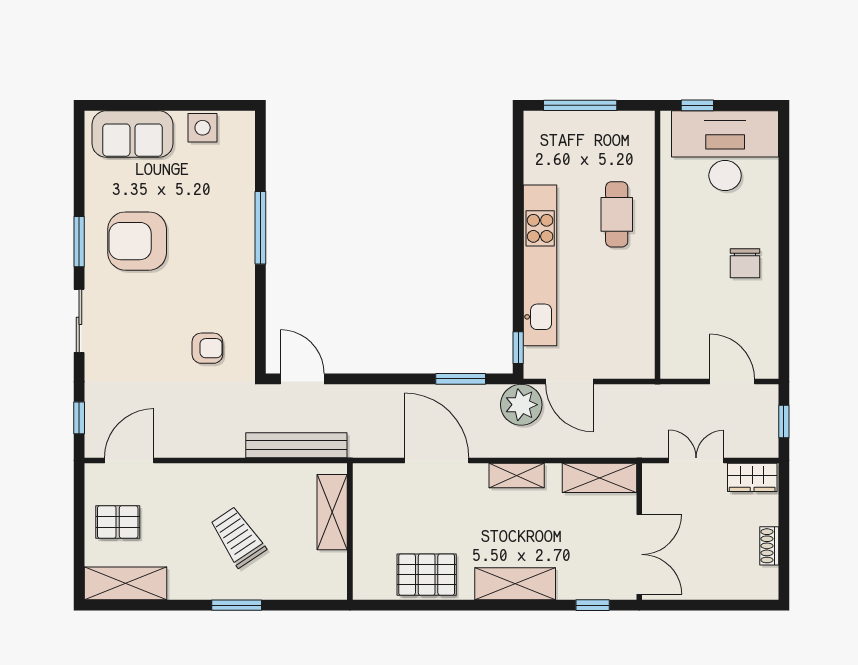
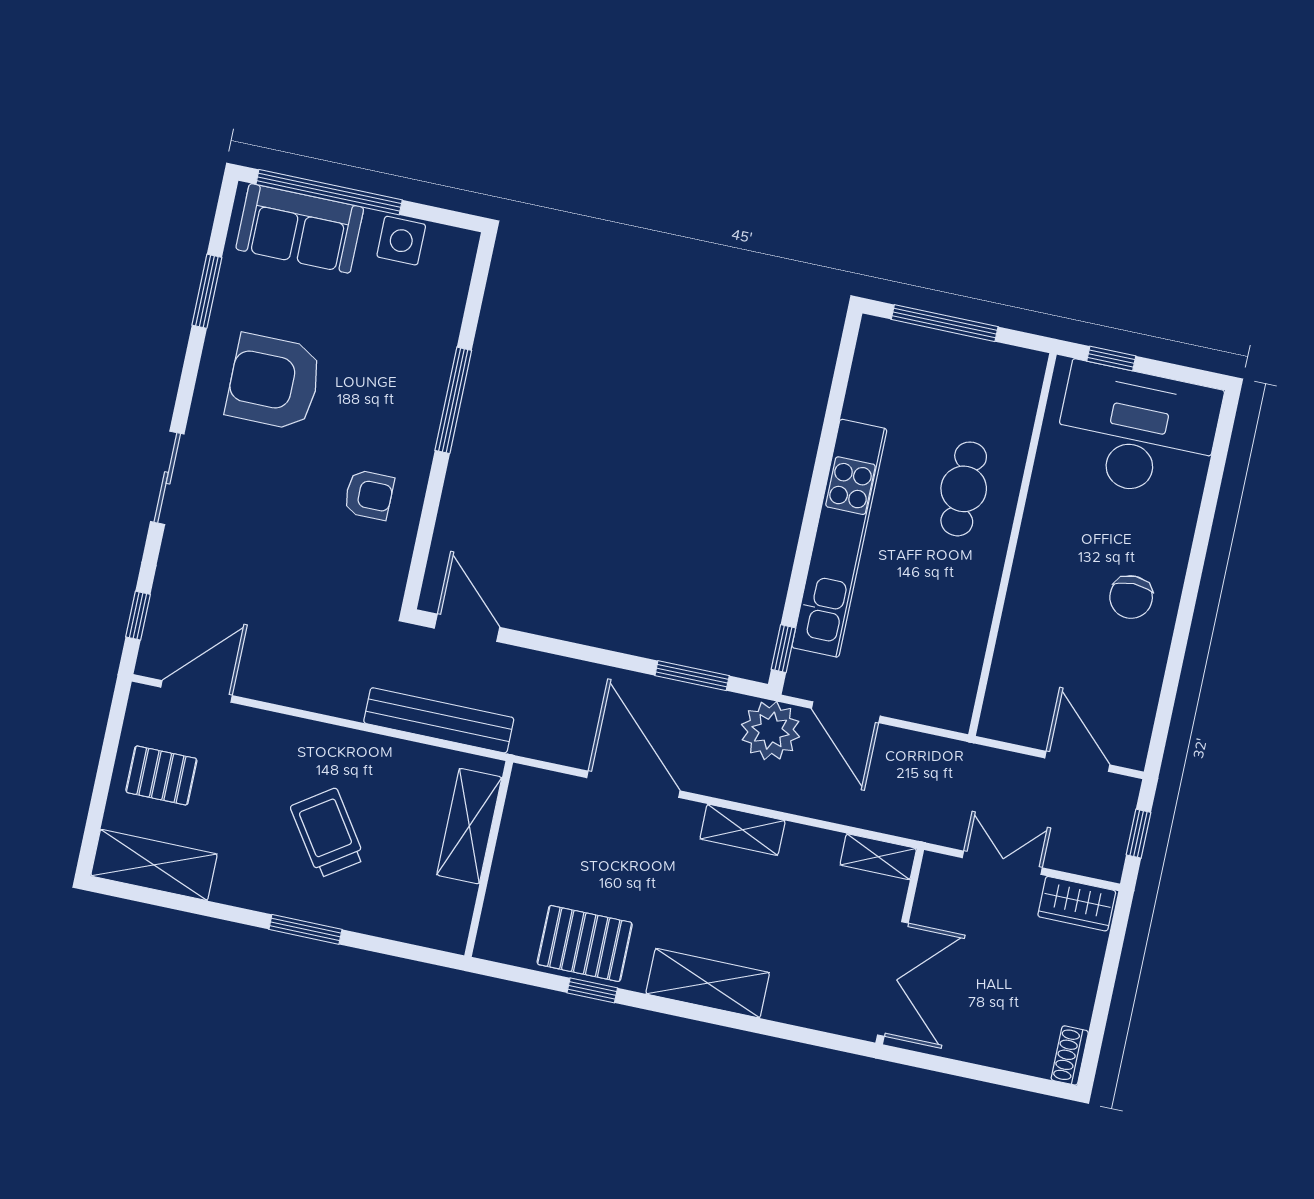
window: (147, 105) -> (329, 192), added
window: (79, 242) -> (207, 291), moved
armchair: (207, 348) -> (369, 495), moved
shelving: (599, 478) -> (878, 857), width x0.67, depth x0.75
shoe rack: (769, 546) -> (1070, 1055), moved
window: (593, 605) -> (592, 990), moved

